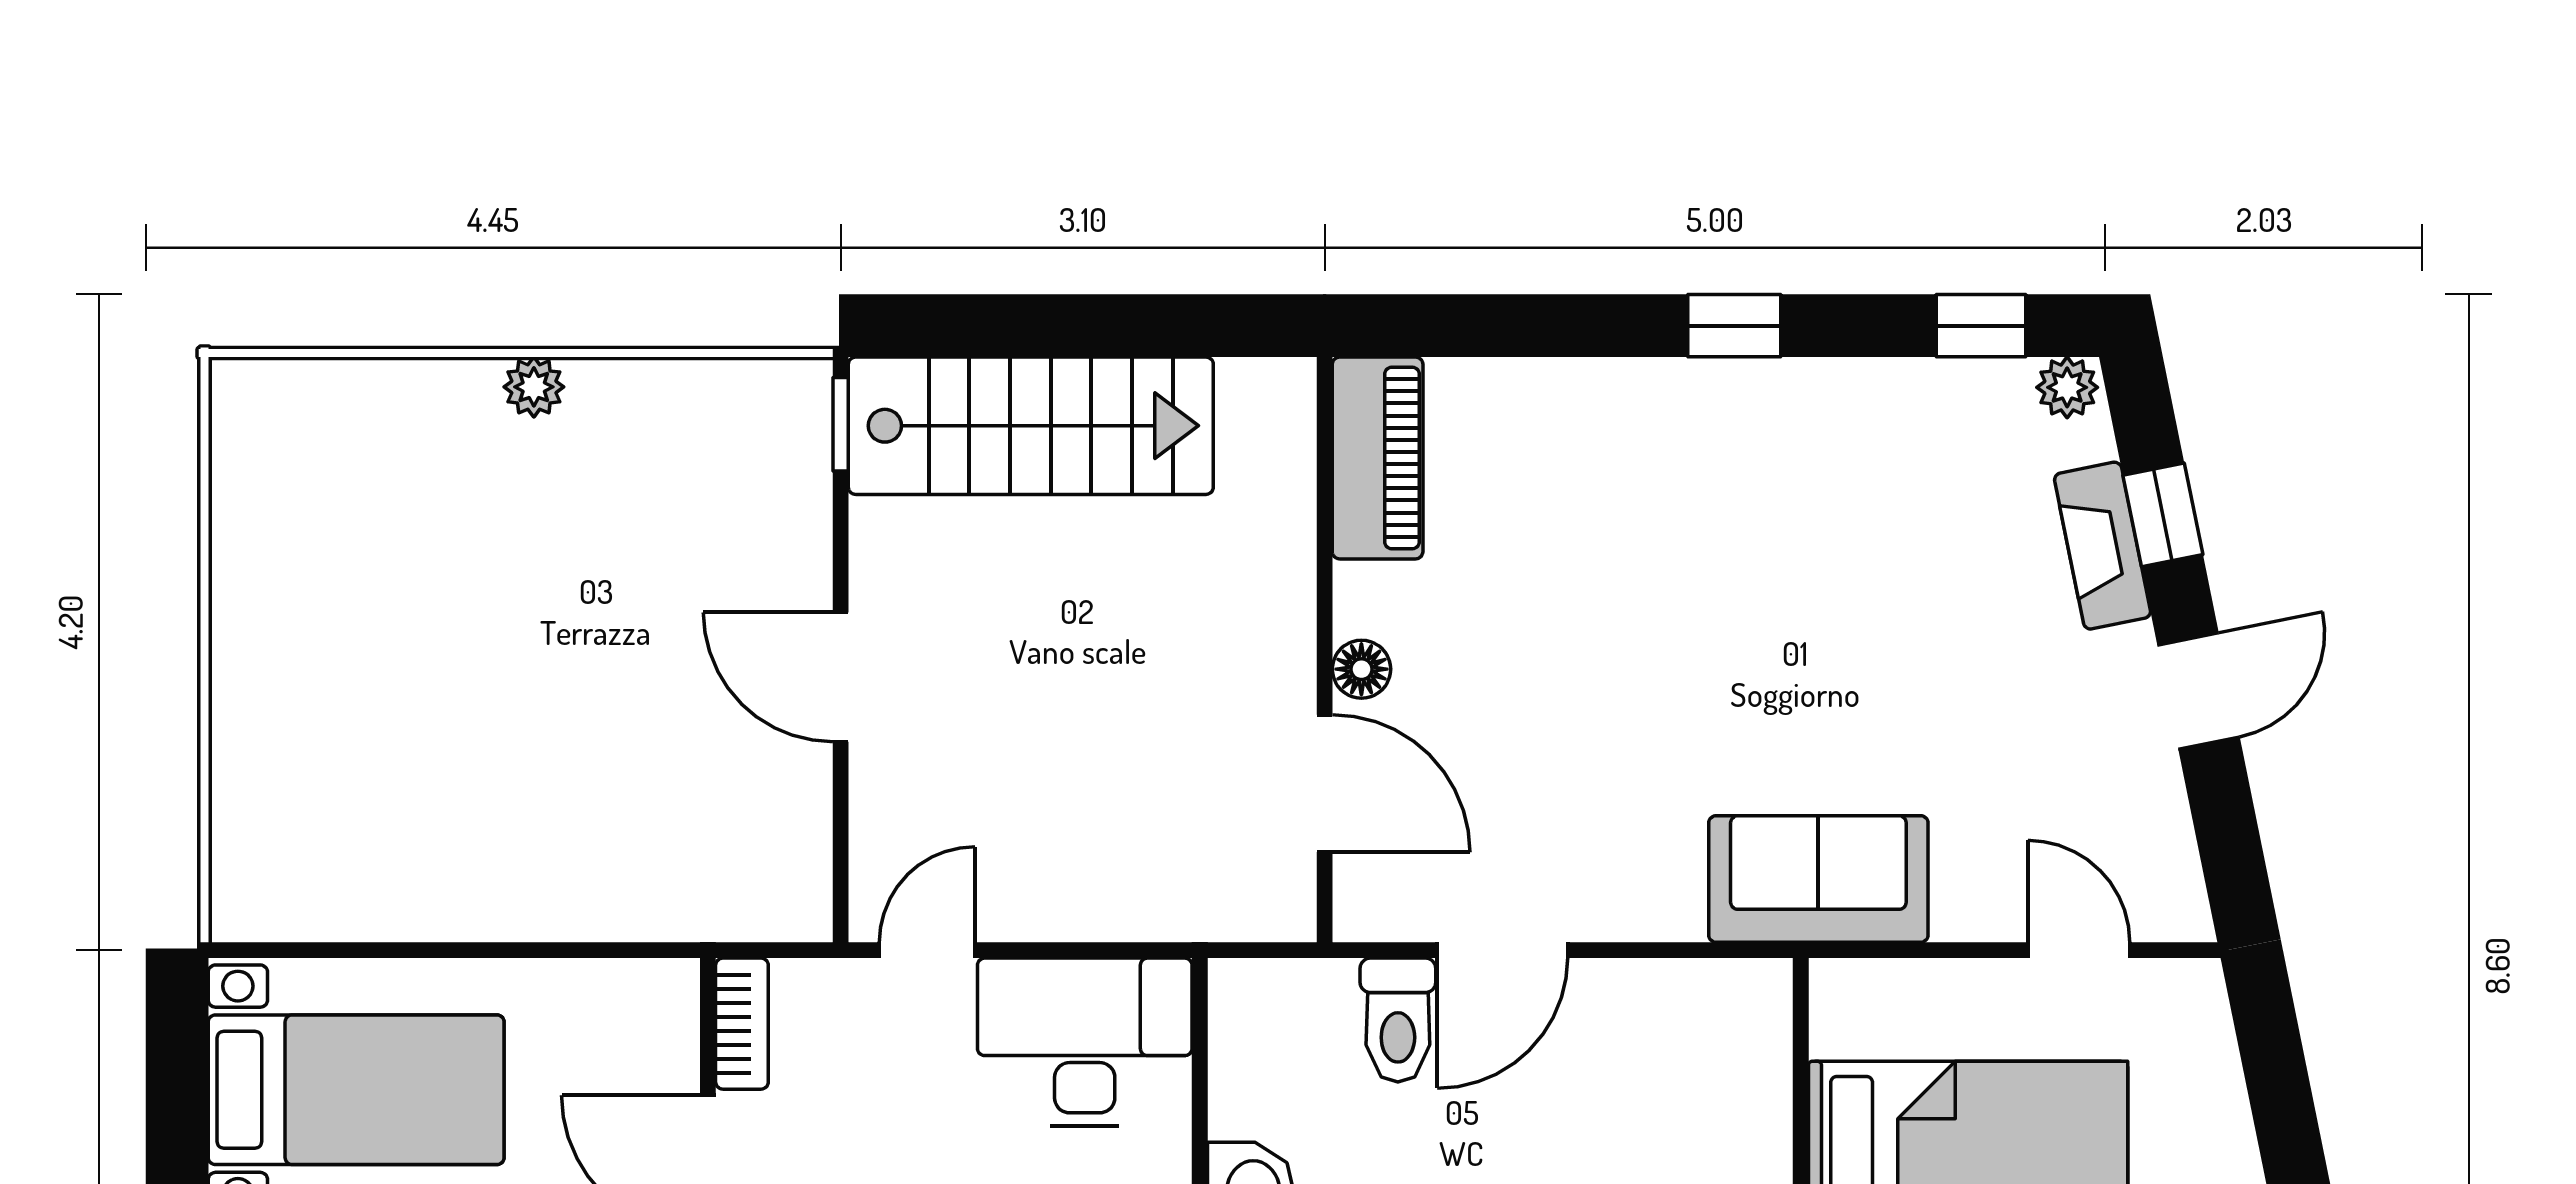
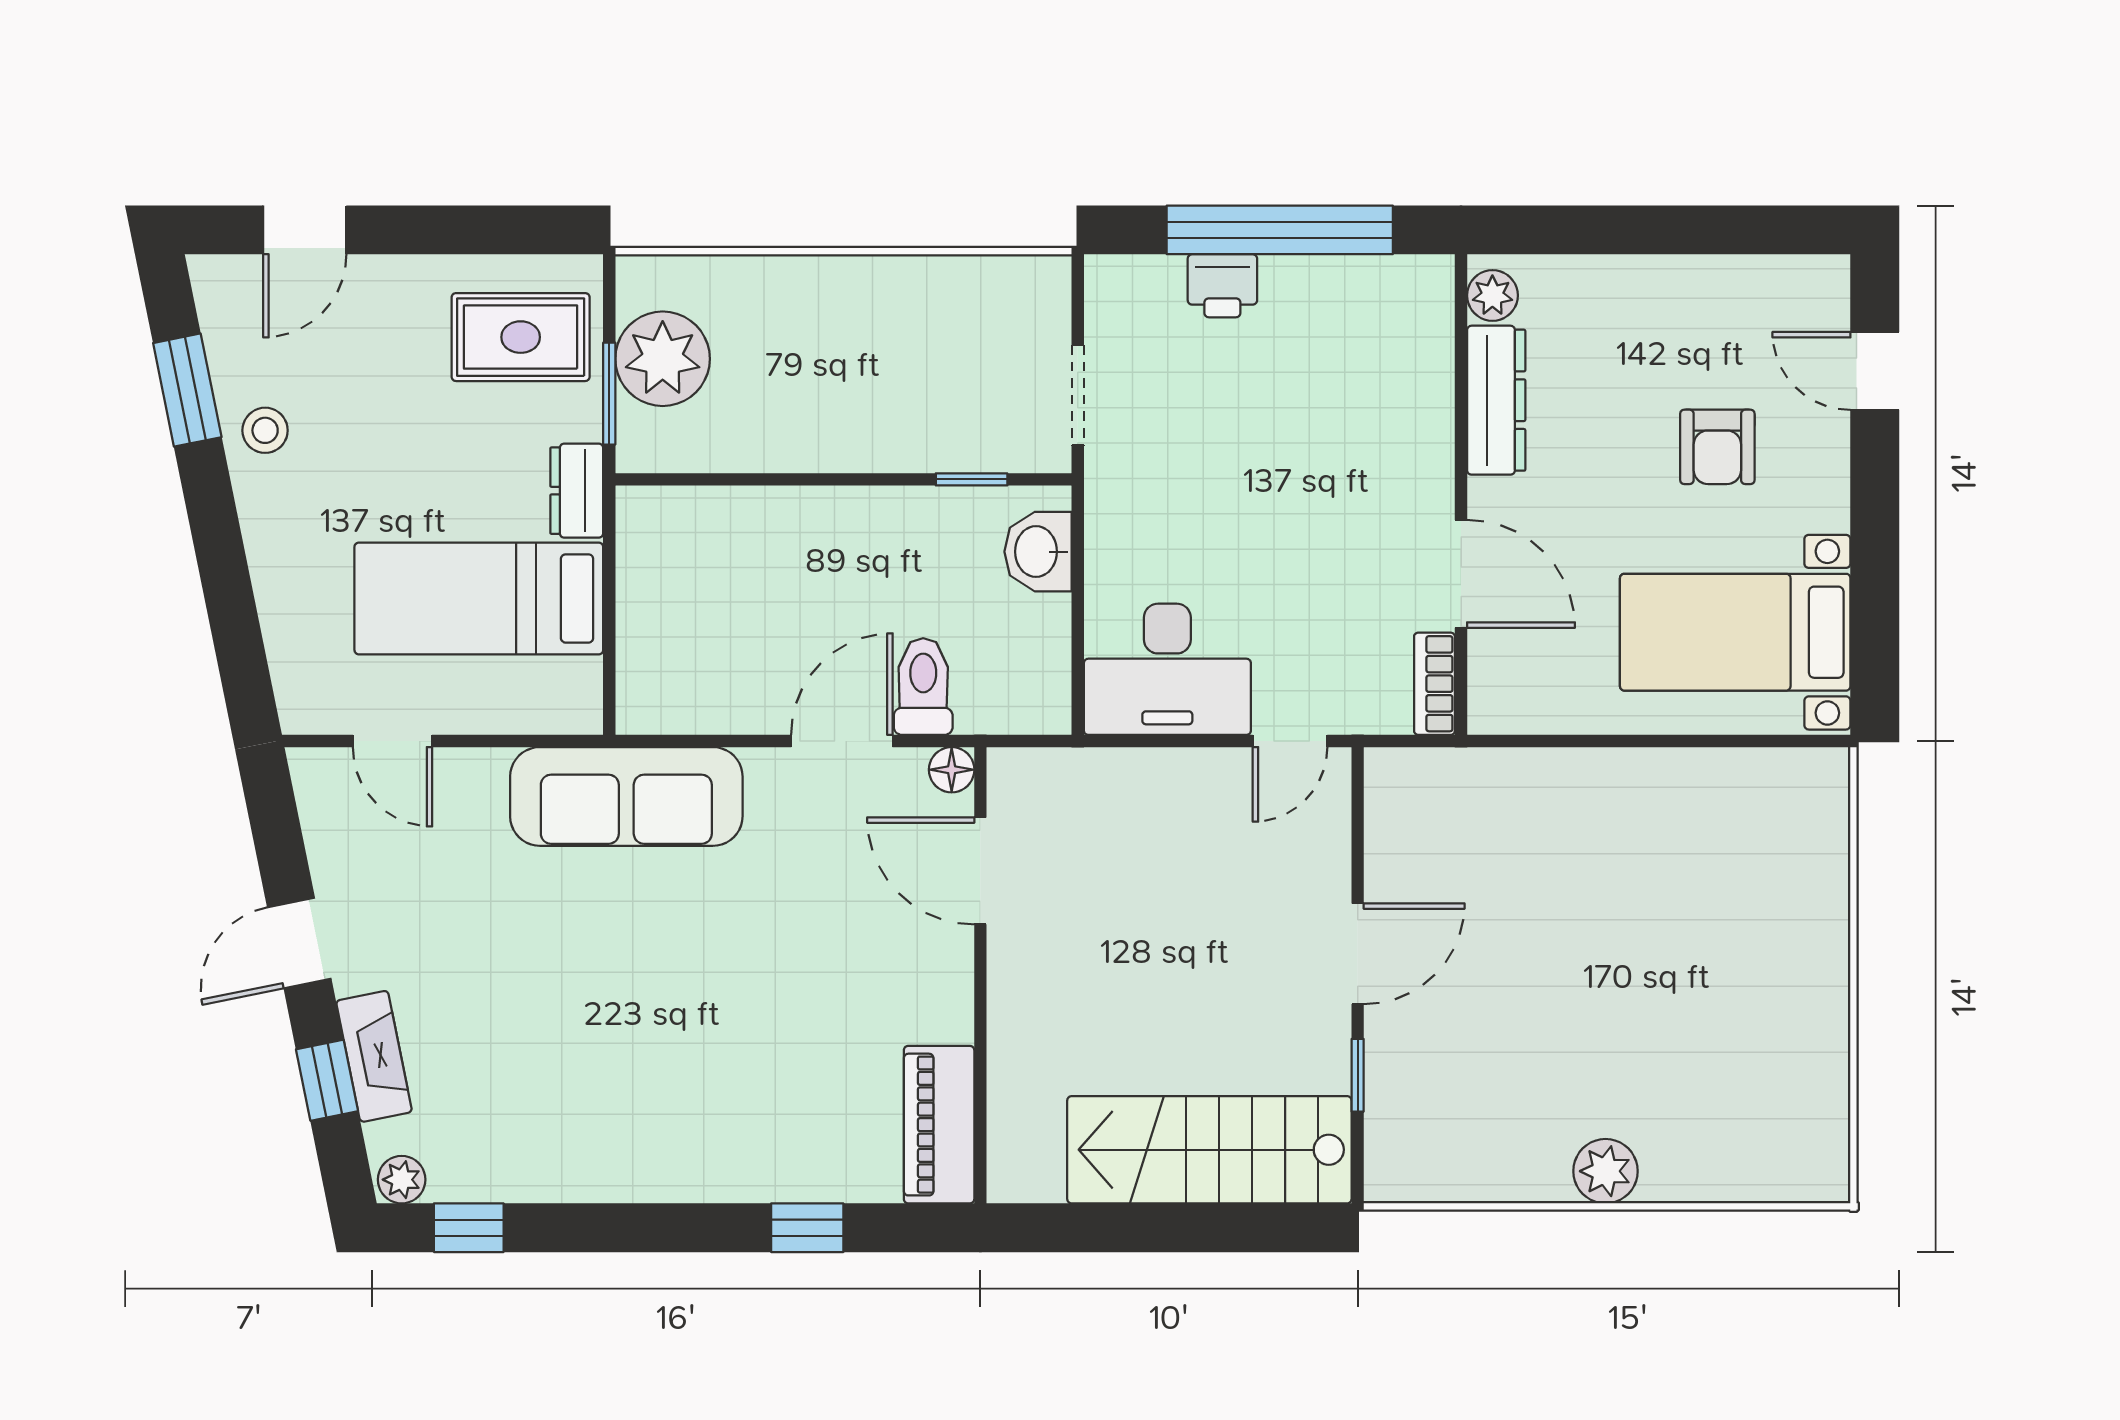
window: (1734, 326) -> (807, 1228), moved
plant: (534, 387) -> (1605, 1171), width x1.38, depth x1.38
window: (841, 424) -> (1358, 1075), moved
floor lamp: (1361, 669) -> (952, 770), moved
door: (841, 677) -> (1358, 954), hinge flipped
sofa: (1818, 879) -> (626, 796), width x1.36

